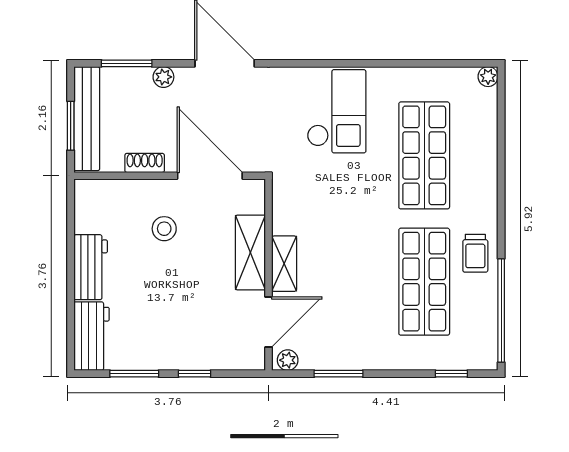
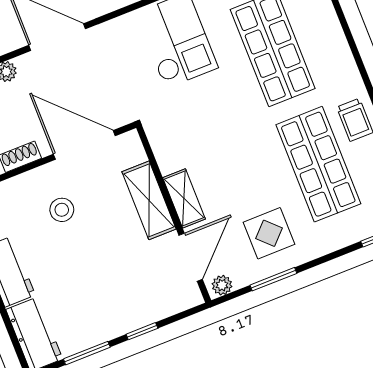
display table: (352, 329) -> (269, 233), added

